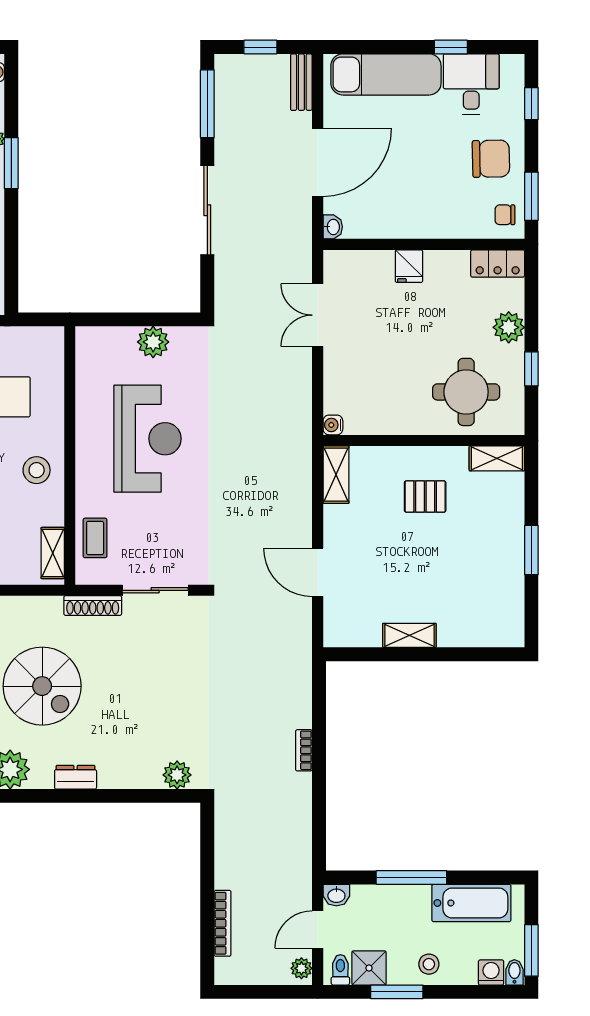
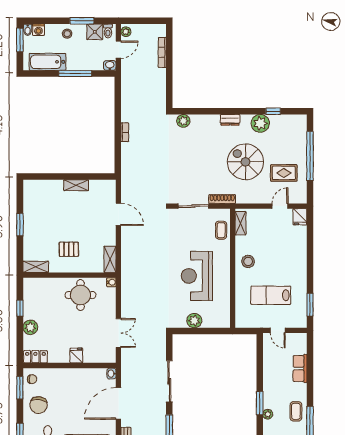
chair: (491, 159) -> (39, 405), turned -82
round table: (466, 392) -> (80, 295), moved

